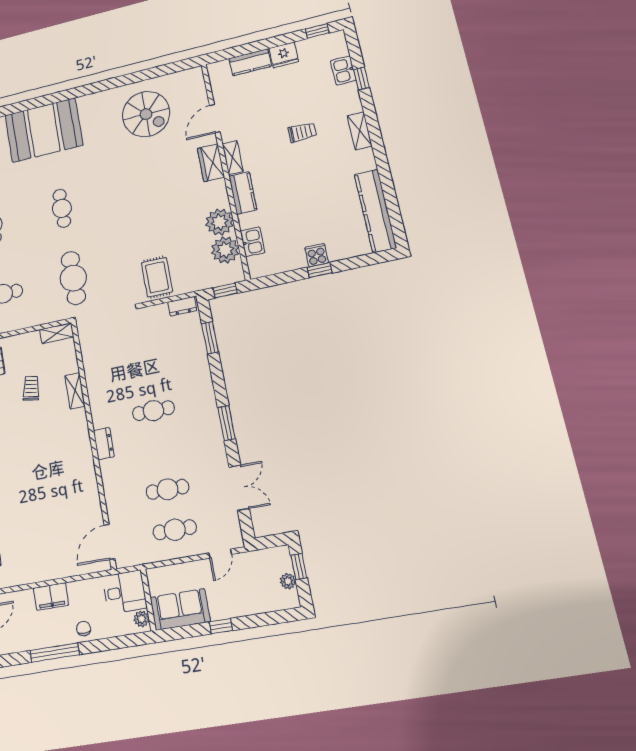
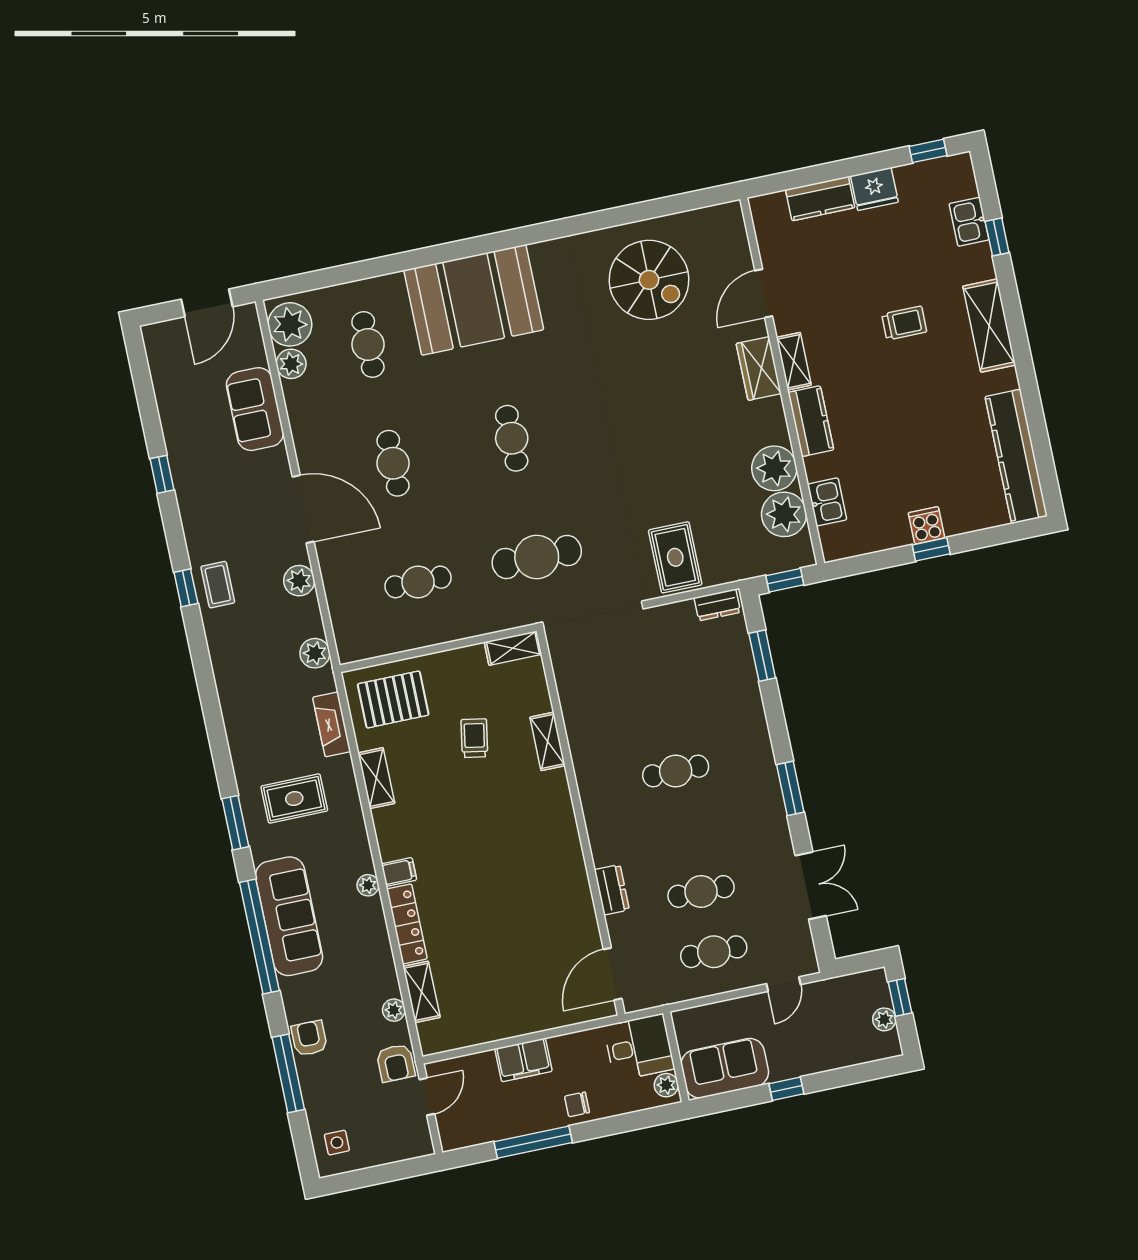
shelving: (360, 131) -> (989, 326), width x1.50, depth x1.33
cafe table: (73, 278) -> (537, 557), turned 90
dresser: (104, 444) -> (612, 890), moved
chair: (84, 629) -> (577, 1104), turned -90

